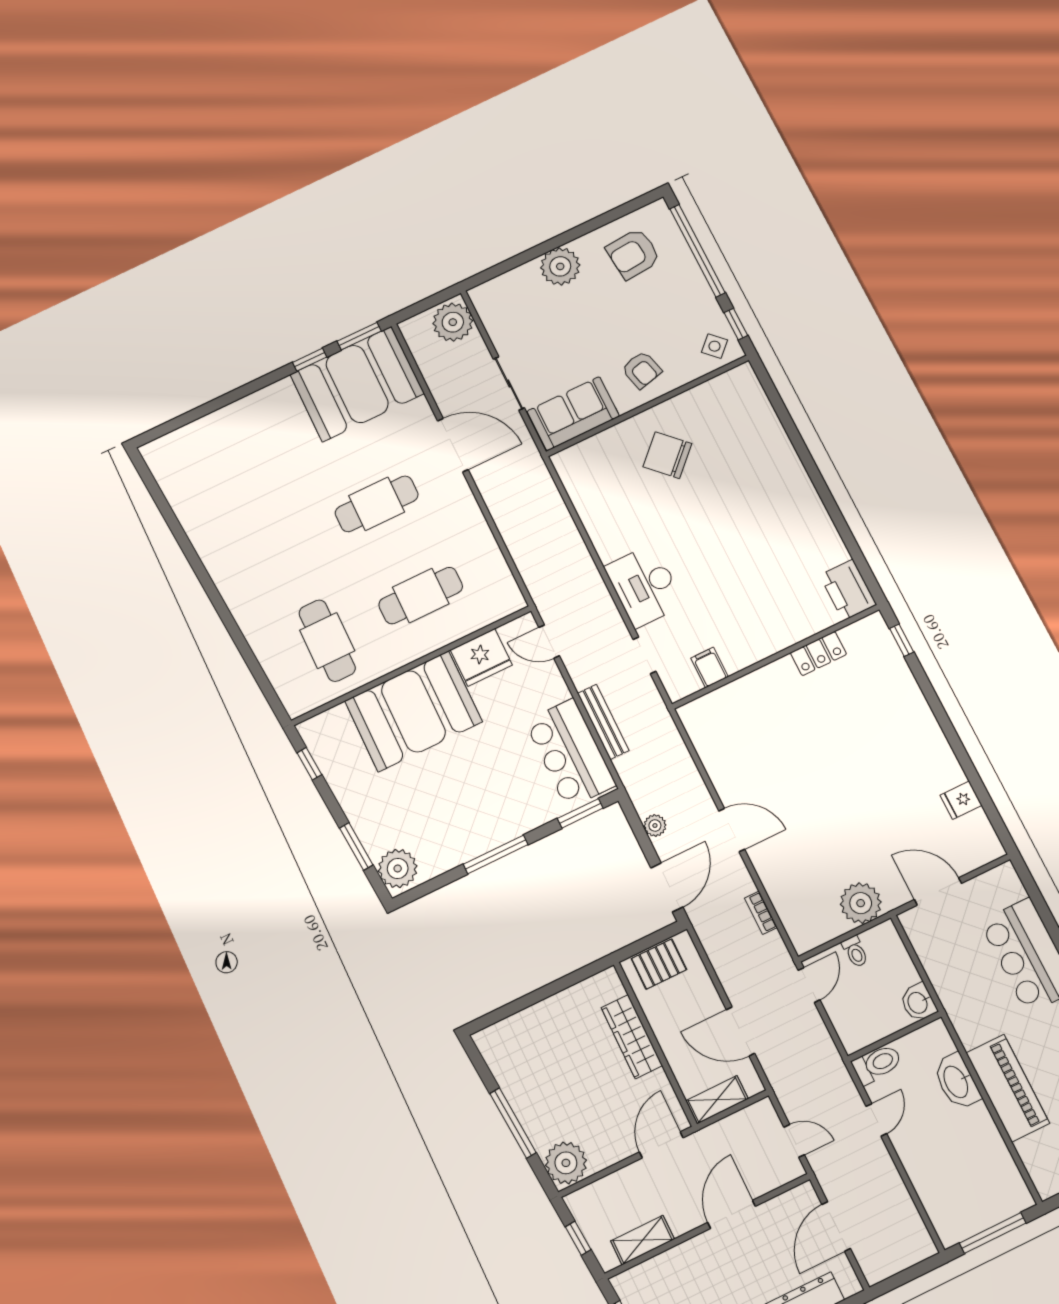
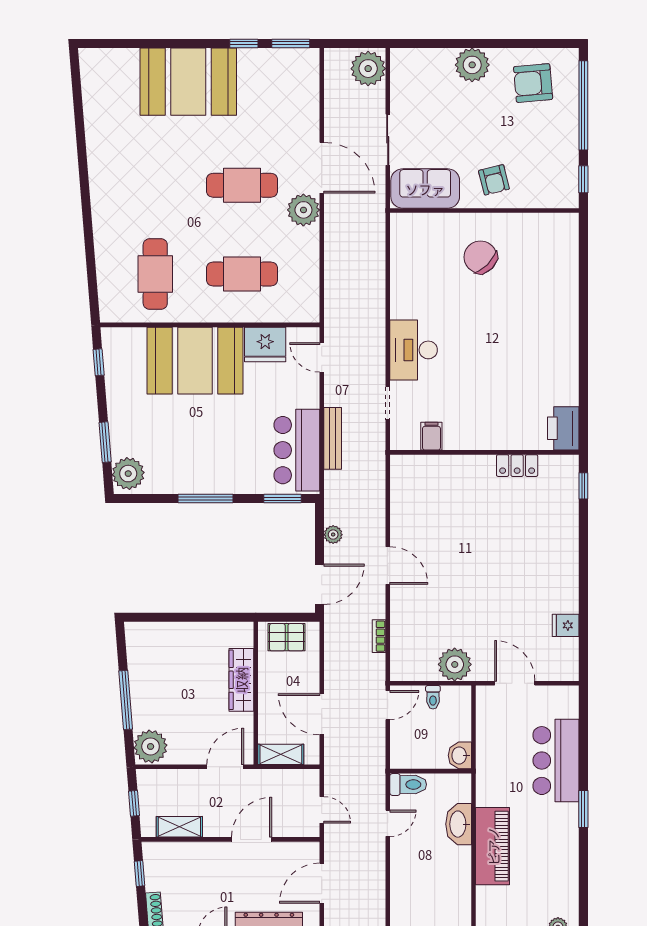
side table: (715, 346) -> (558, 189), removed
booth: (357, 384) -> (188, 82), moved
plant: (454, 498) -> (303, 210), added

